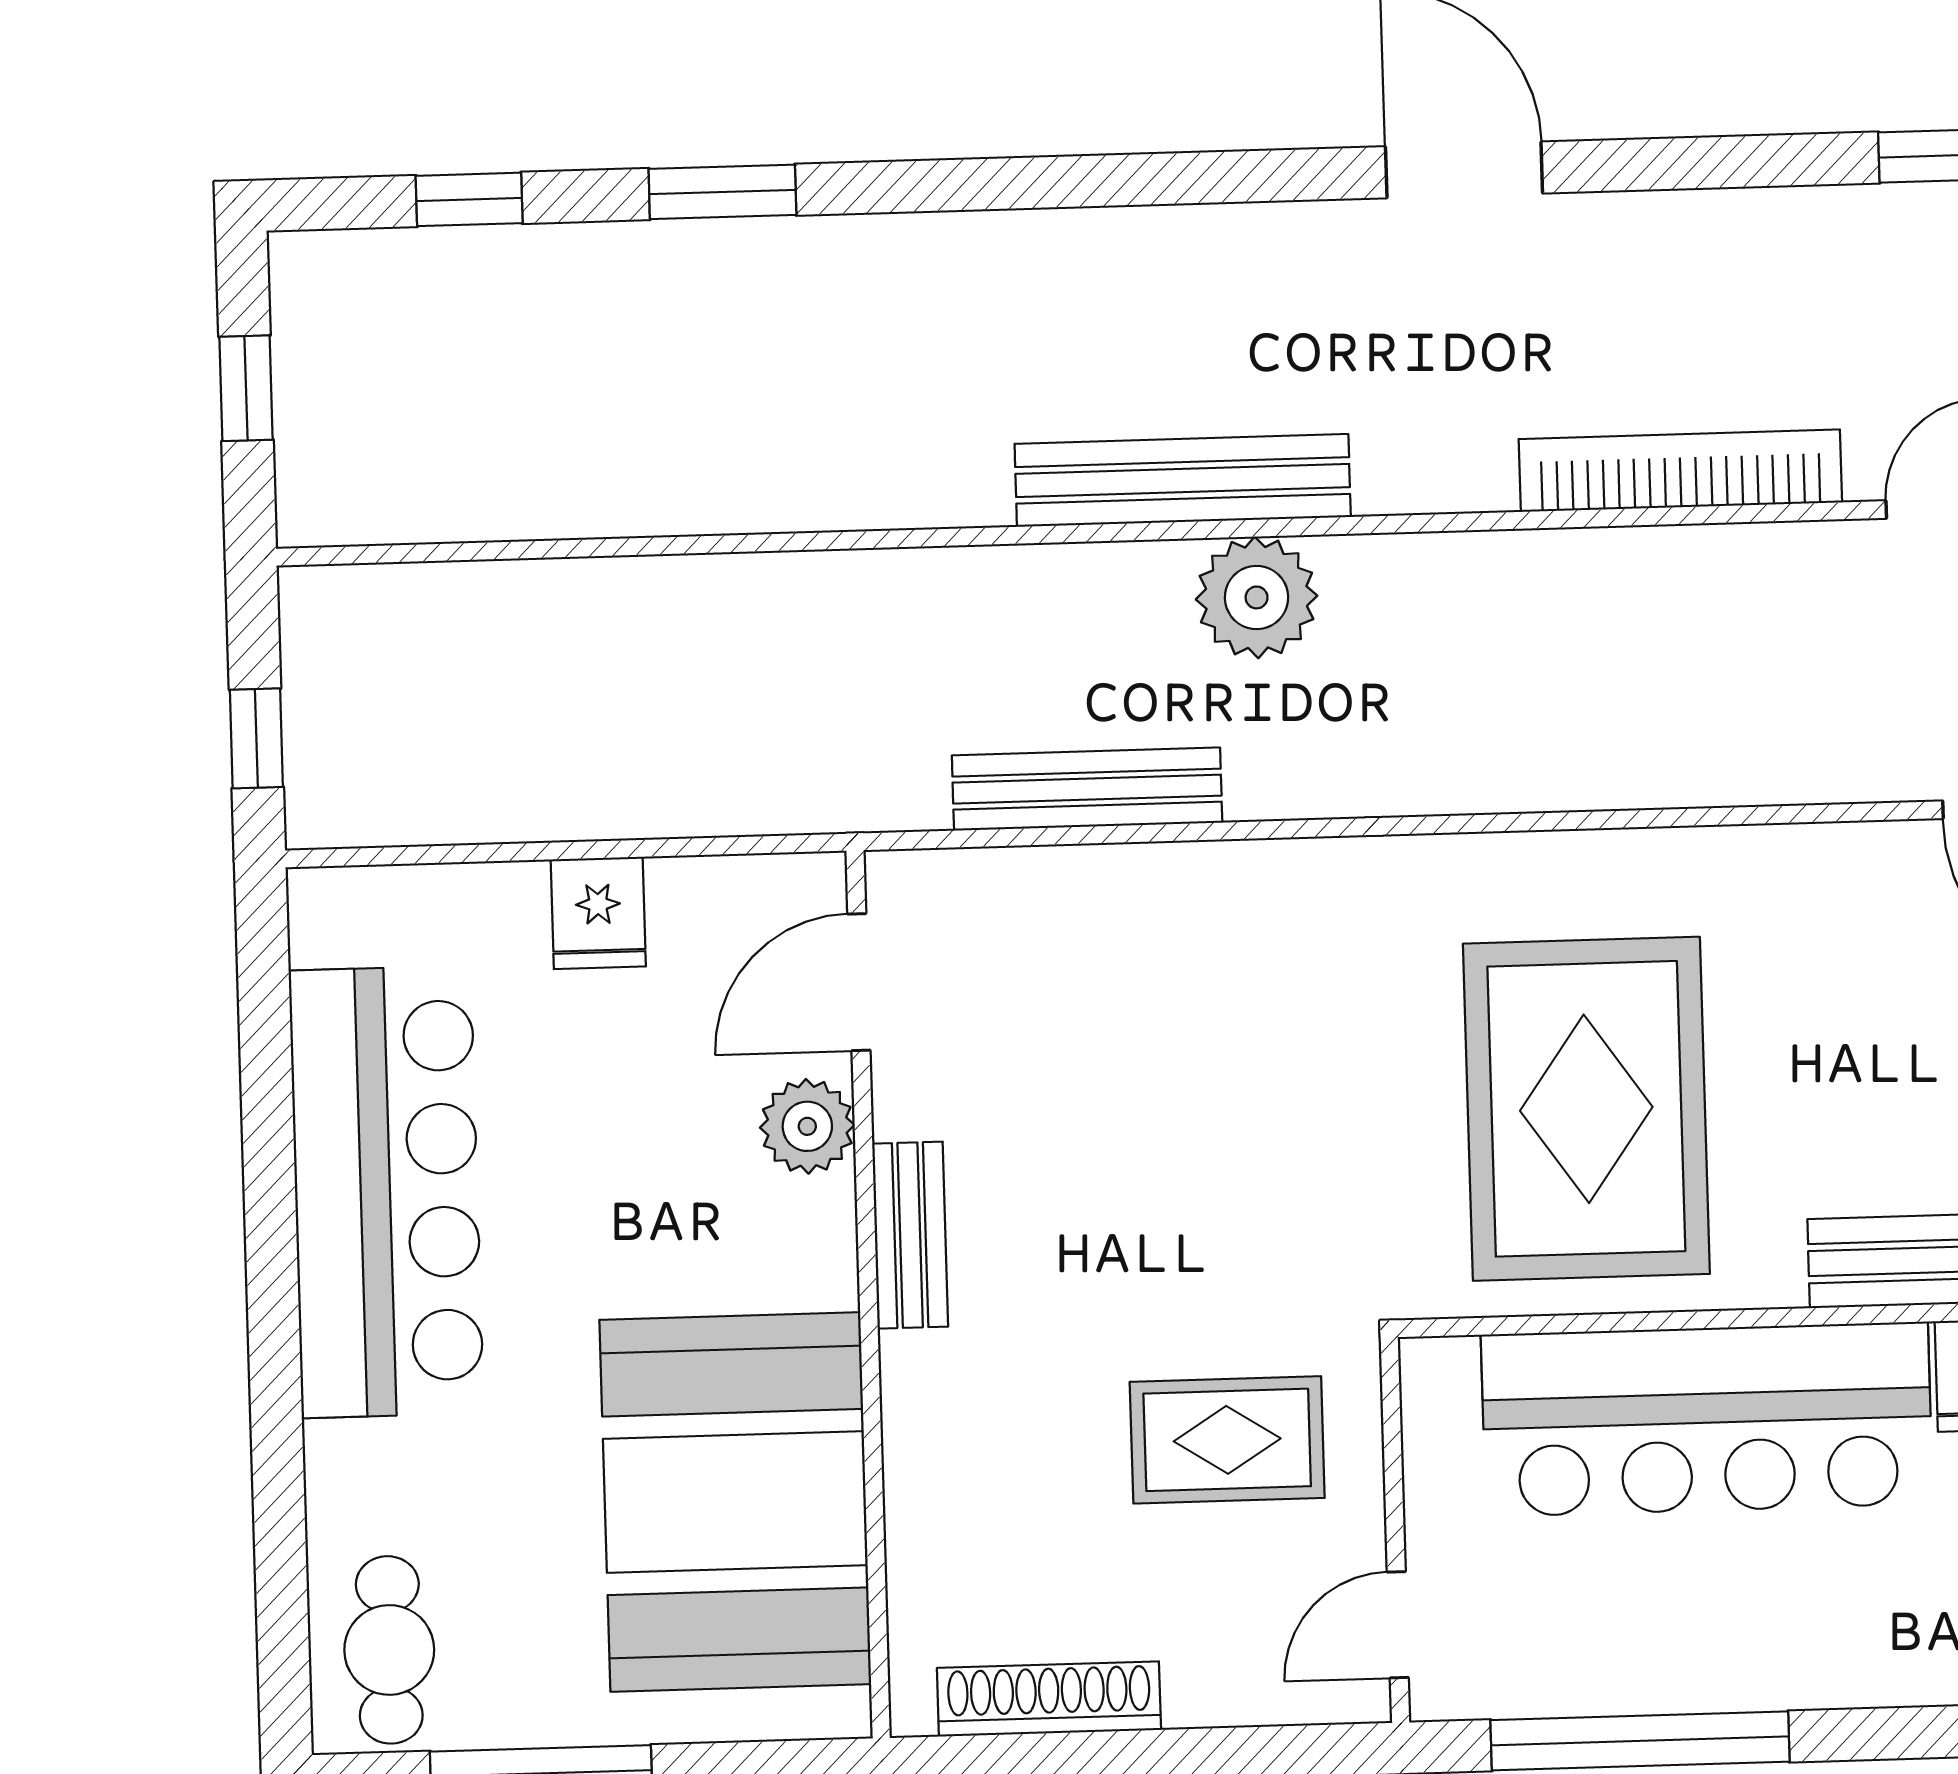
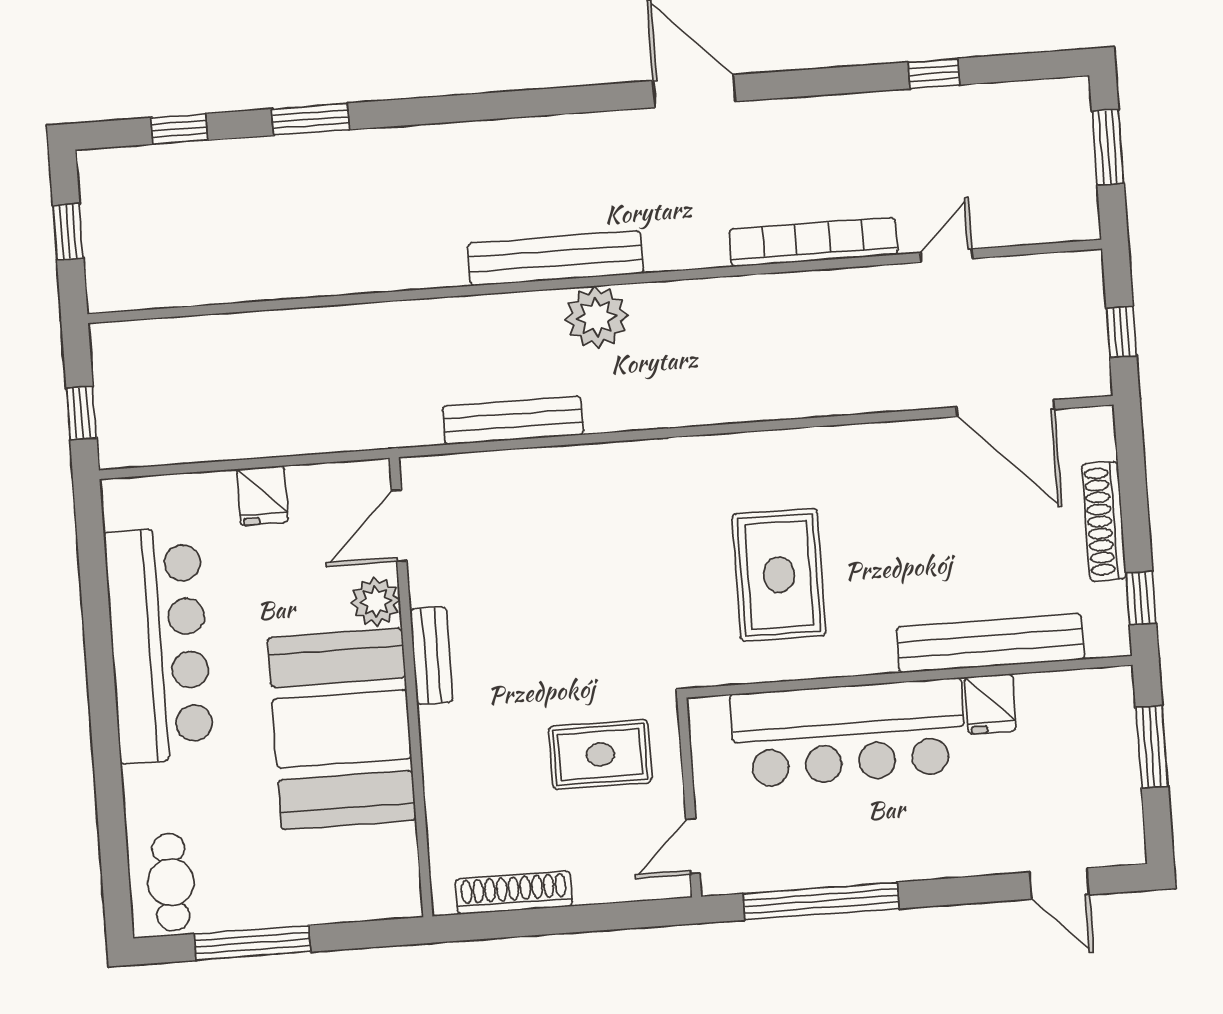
rug: (1586, 1109) -> (779, 575), width x0.73, depth x0.69
booth: (735, 1502) -> (342, 729), moved

